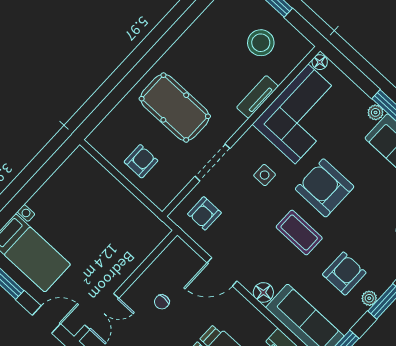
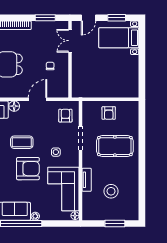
stool: (261, 43) -> (111, 191), moved

